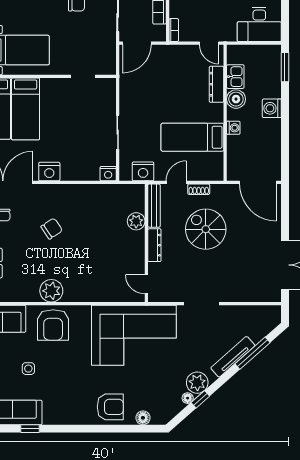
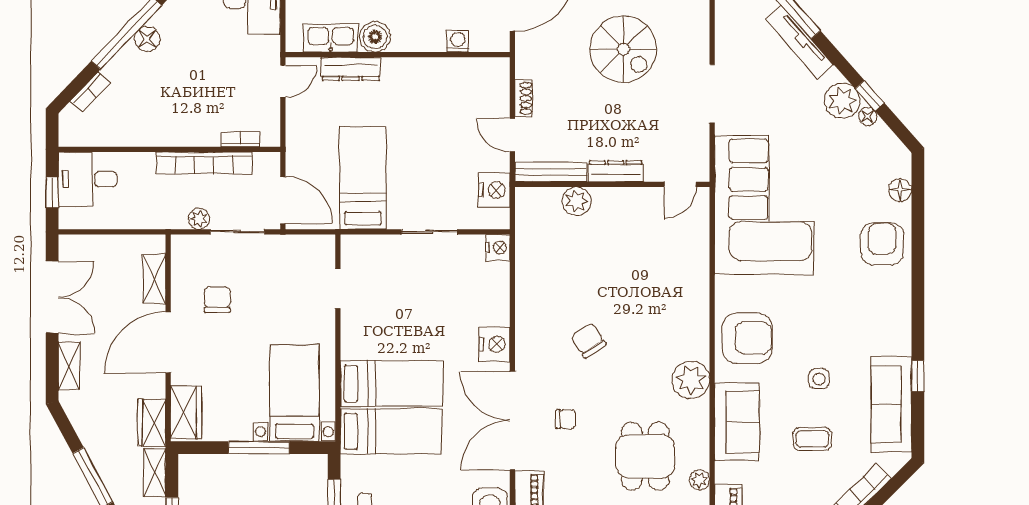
bookcase: (174, 30) -> (241, 139), moved
kitchen sink: (235, 77) -> (331, 38), width x1.38
washing machine: (233, 128) -> (458, 41), moved
bed: (192, 137) -> (363, 178), moved, turned 180
spiral stairs: (206, 229) -> (623, 49), moved, turned -90
plant: (51, 291) -> (691, 380), moved

